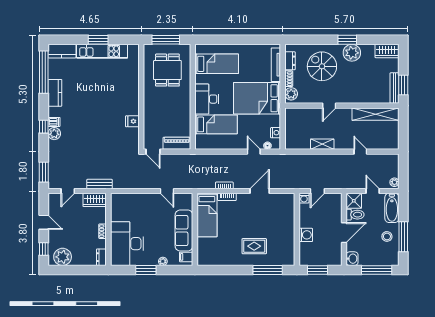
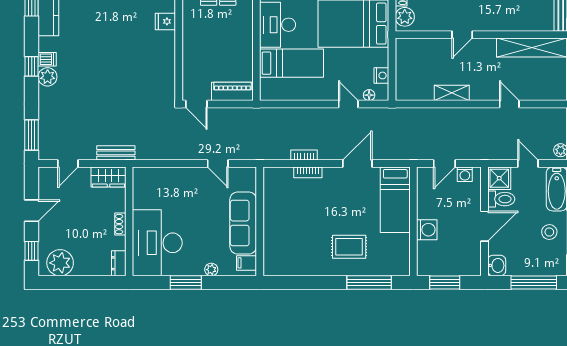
fridge: (132, 121) -> (165, 21), moved
washing machine: (304, 198) -> (465, 174), moved
bed: (207, 215) -> (395, 200), moved
door: (44, 222) -> (32, 211), hinge flipped

